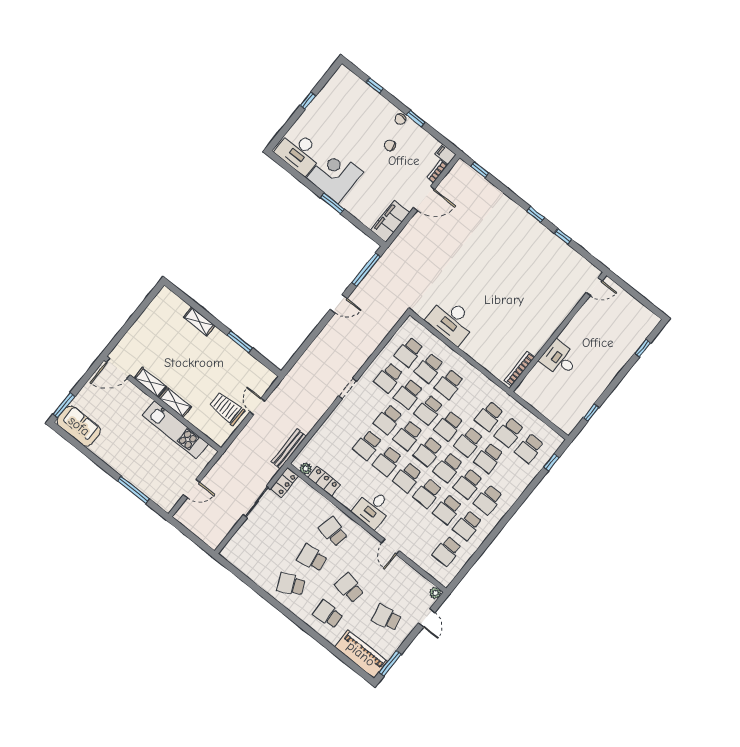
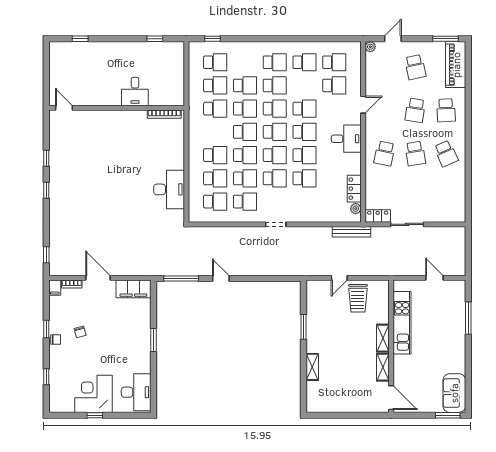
corner desk: (335, 175) -> (94, 394), moved, turned 90
school desk: (447, 509) -> (334, 85), moved

